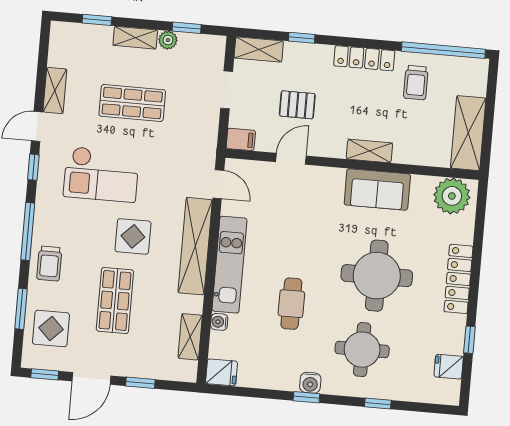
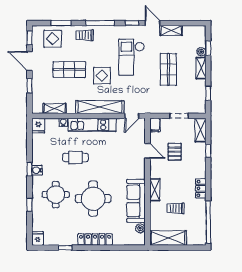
plant: (168, 40) -> (201, 52), moved
locker: (364, 58) -> (201, 188), width x0.66
trolley: (416, 83) -> (176, 208), moved
sofa: (377, 189) -> (136, 201), width x1.36
plant: (452, 196) -> (140, 228), width x0.53, depth x0.53
fridge: (449, 367) -> (38, 238), moved

